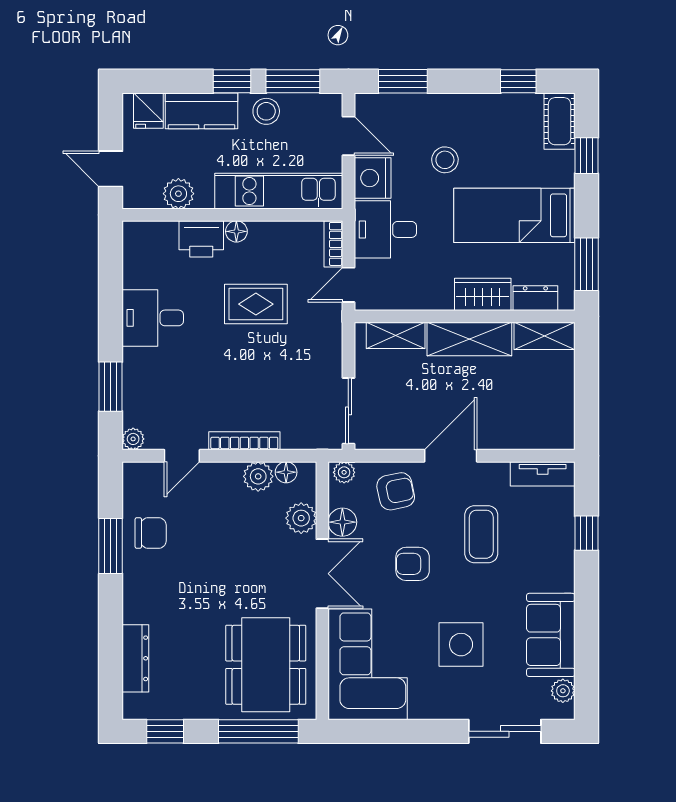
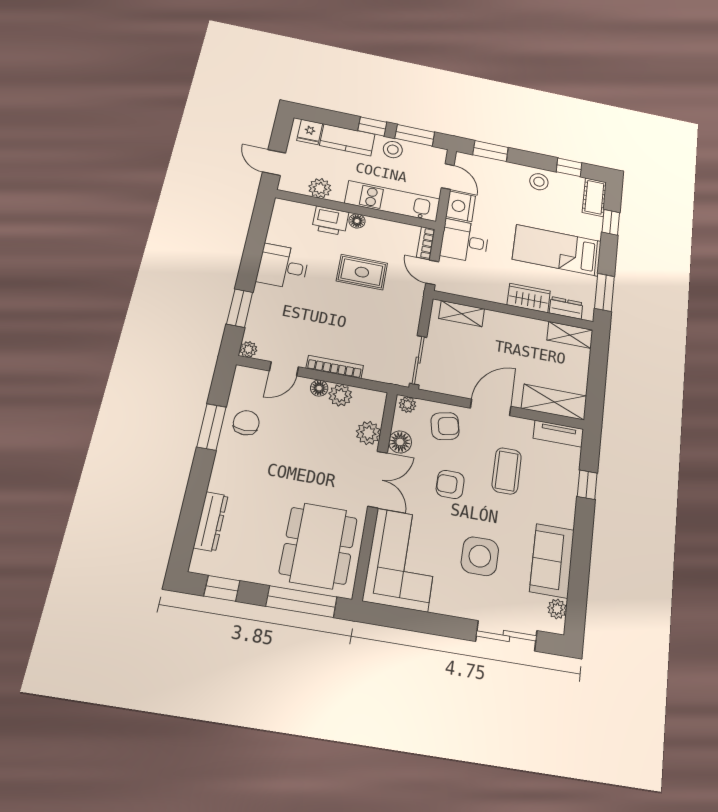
stool: (445, 160) -> (539, 182), moved
door: (348, 285) -> (432, 272), hinge flipped
shelving: (469, 339) -> (554, 402), moved
floor lamp: (286, 472) -> (319, 388), moved
chair: (151, 533) -> (246, 423), turned -90

